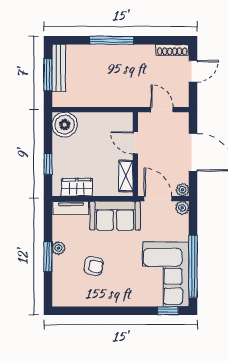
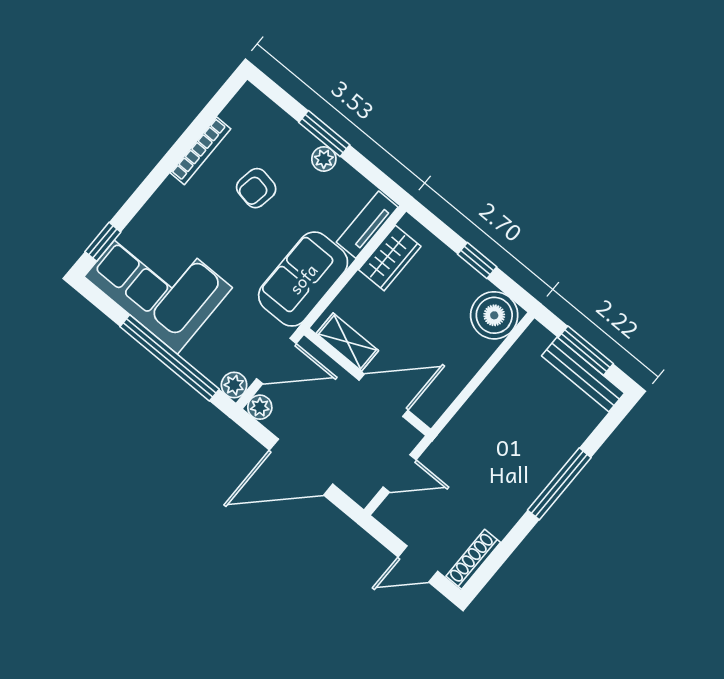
door: (193, 71) -> (418, 564), hinge flipped
door: (135, 143) -> (384, 395), width x1.38
window: (48, 164) -> (477, 260), moved
window: (193, 266) -> (170, 358), moved
bookcase: (97, 302) -> (201, 151), added

